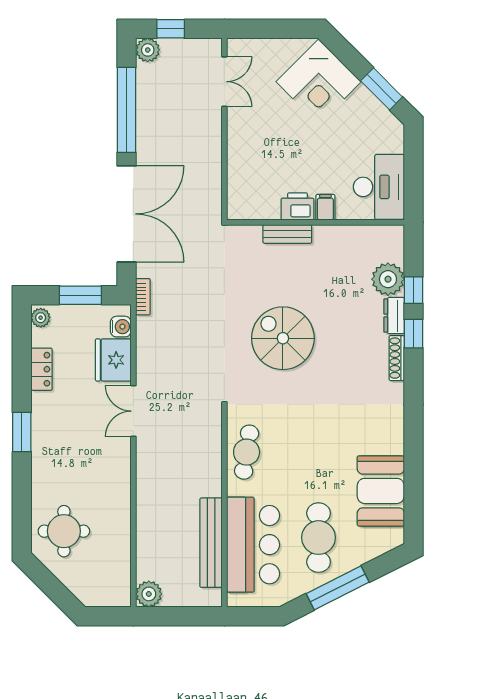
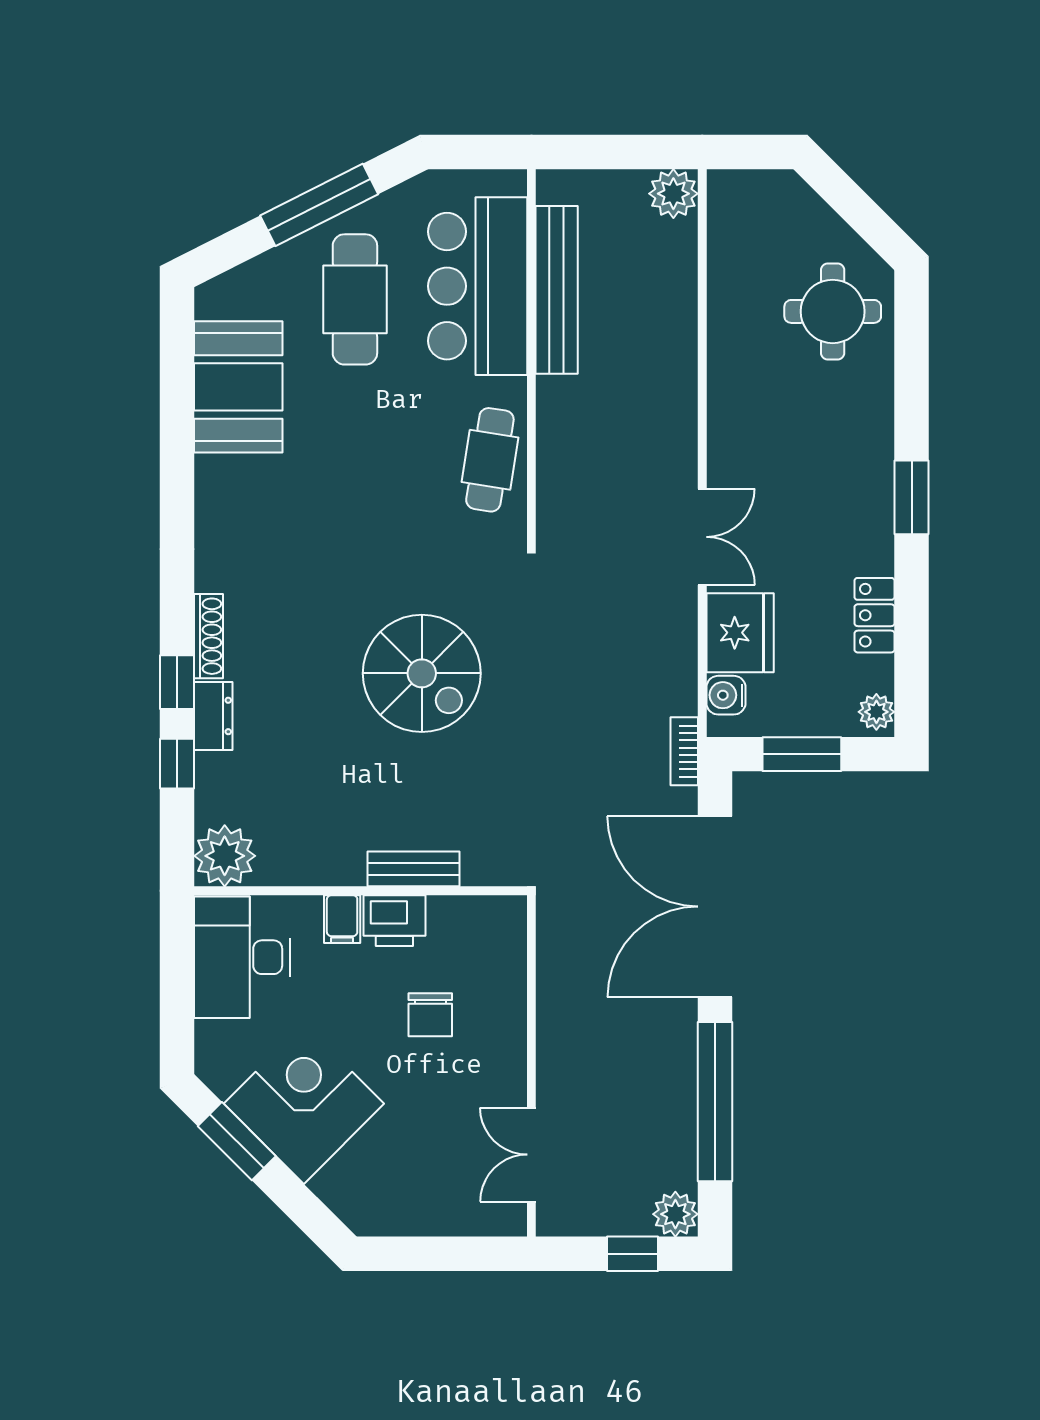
corner desk: (319, 82) -> (304, 1104), moved
chair: (278, 156) -> (430, 1015), added
plant: (388, 279) -> (225, 856), moved

